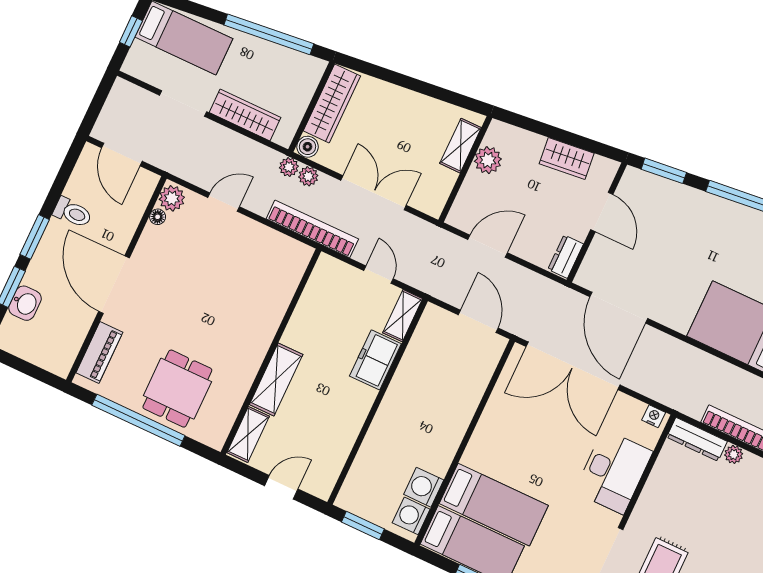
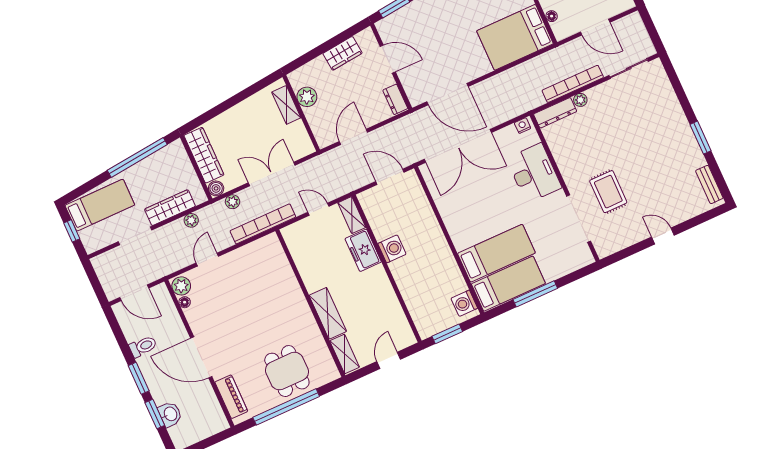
plant: (289, 167) -> (191, 220), moved
washing machine: (424, 487) -> (392, 249), moved, turned 180

